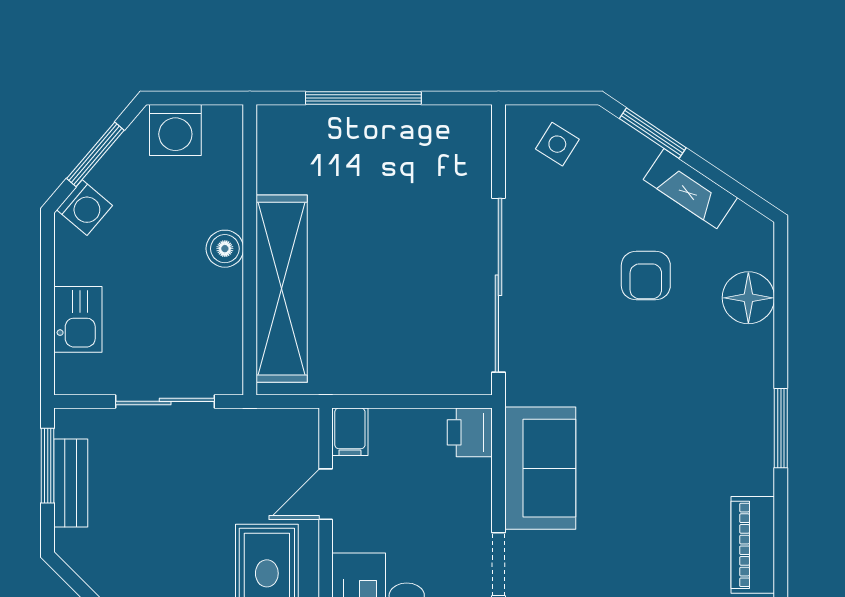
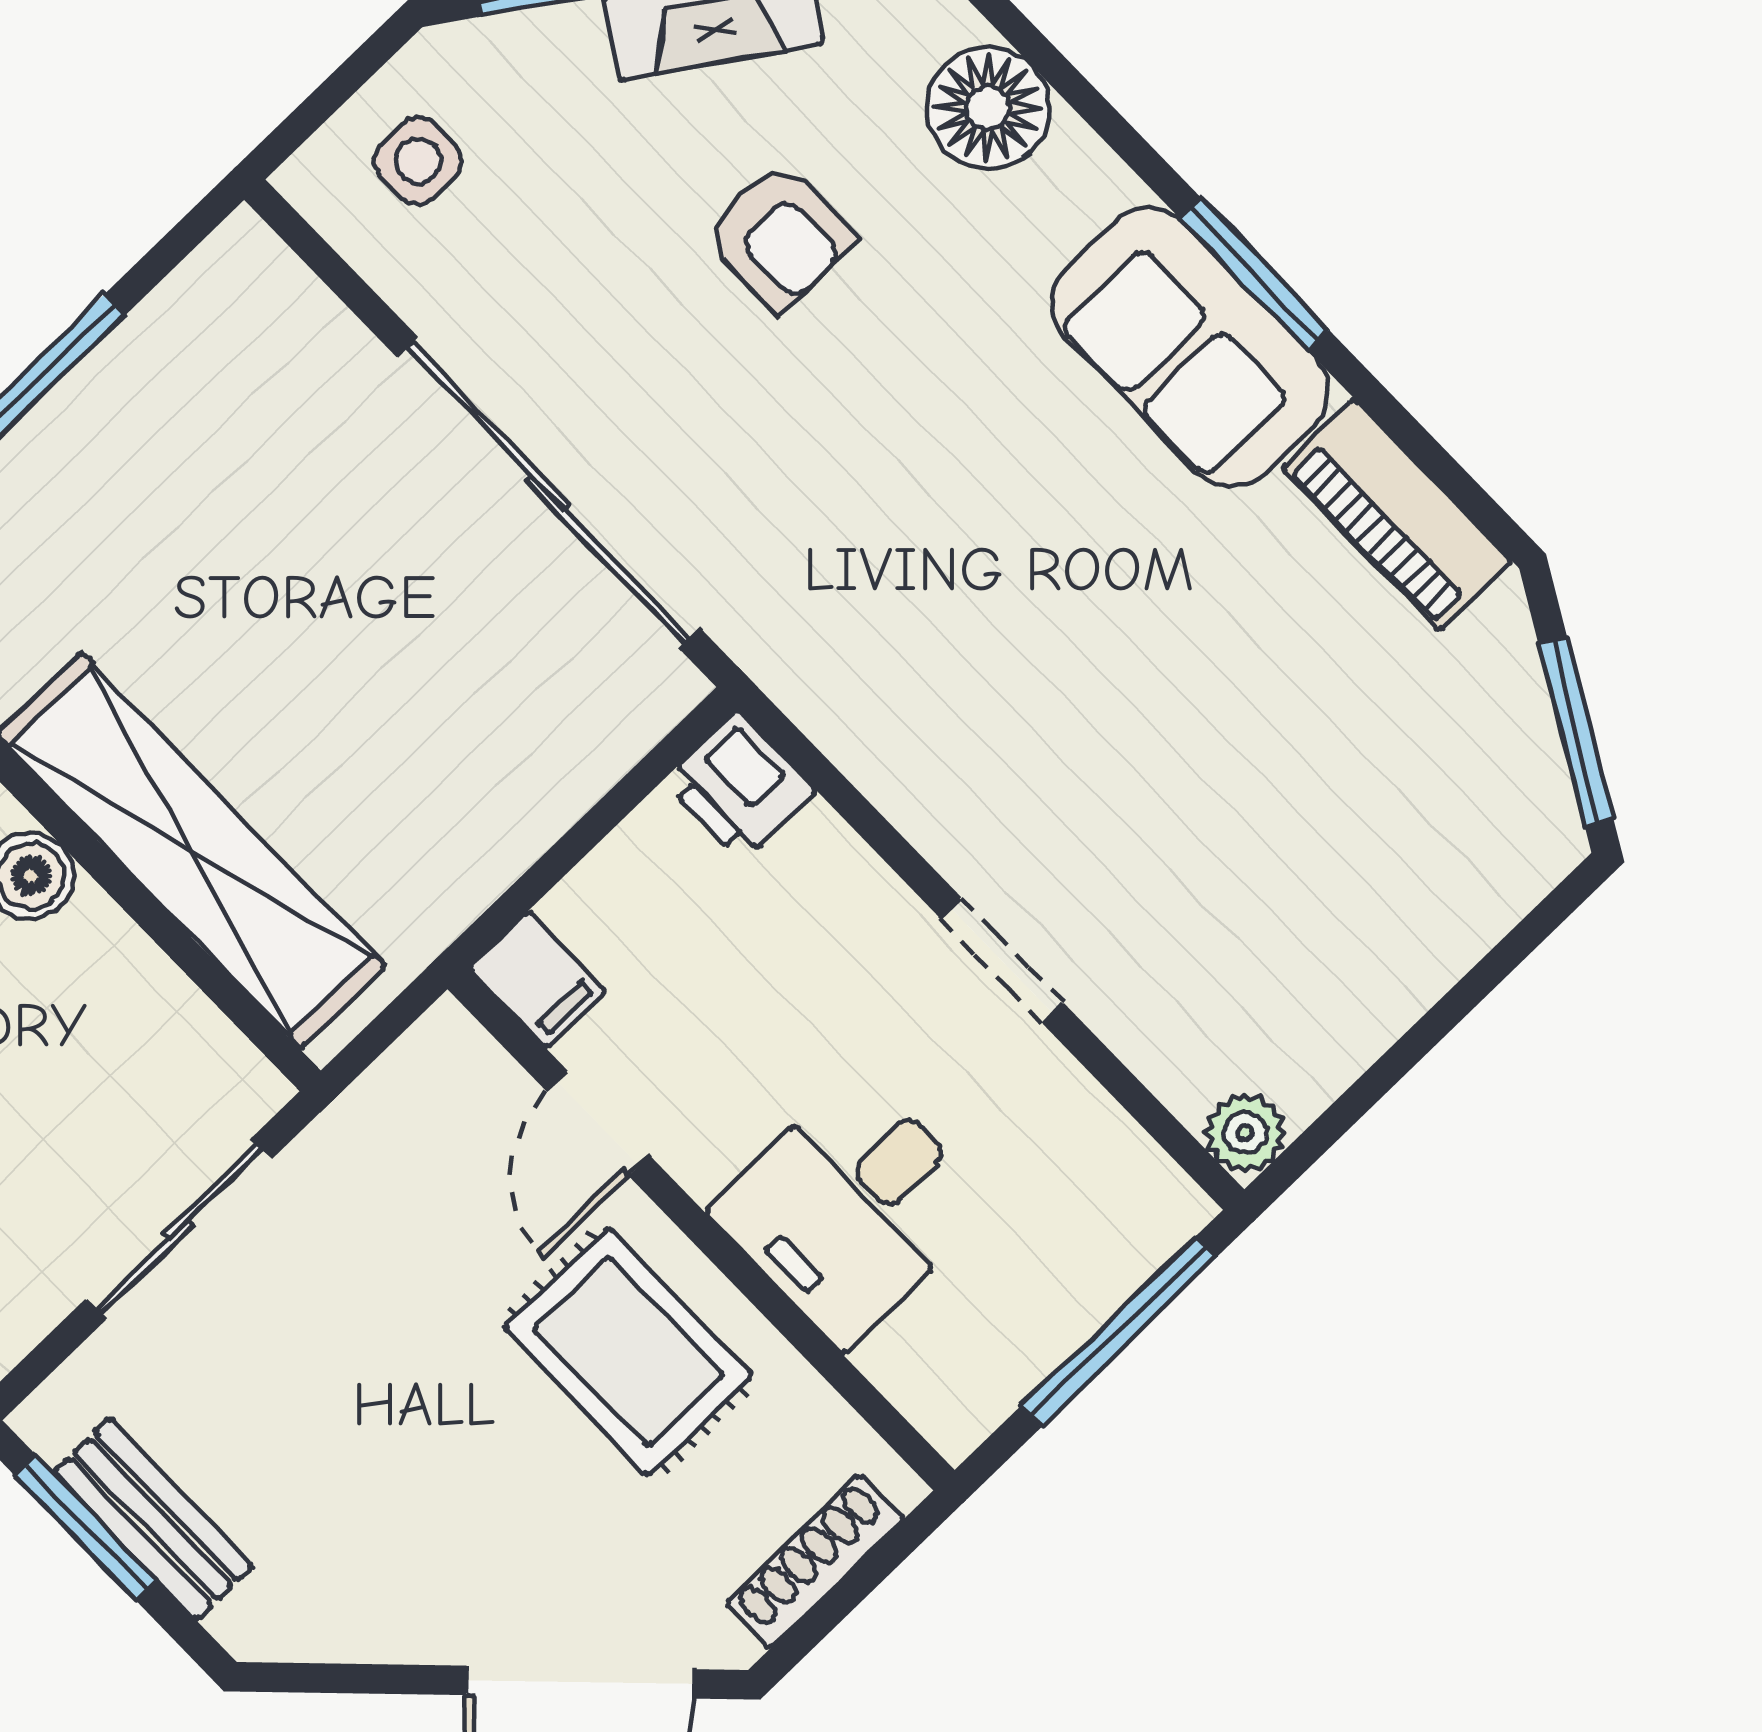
side table: (557, 144) -> (418, 161), turned -32
sofa: (540, 468) -> (1190, 347), moved, turned 180

